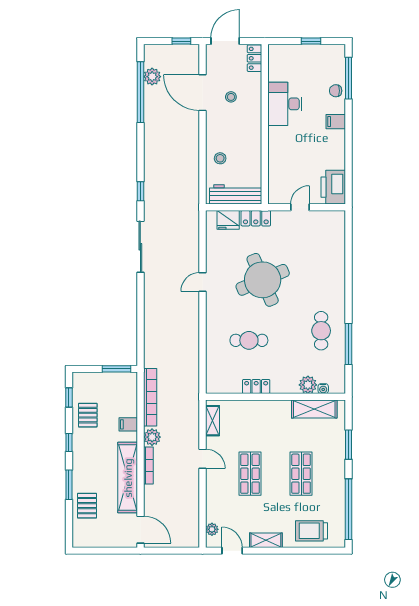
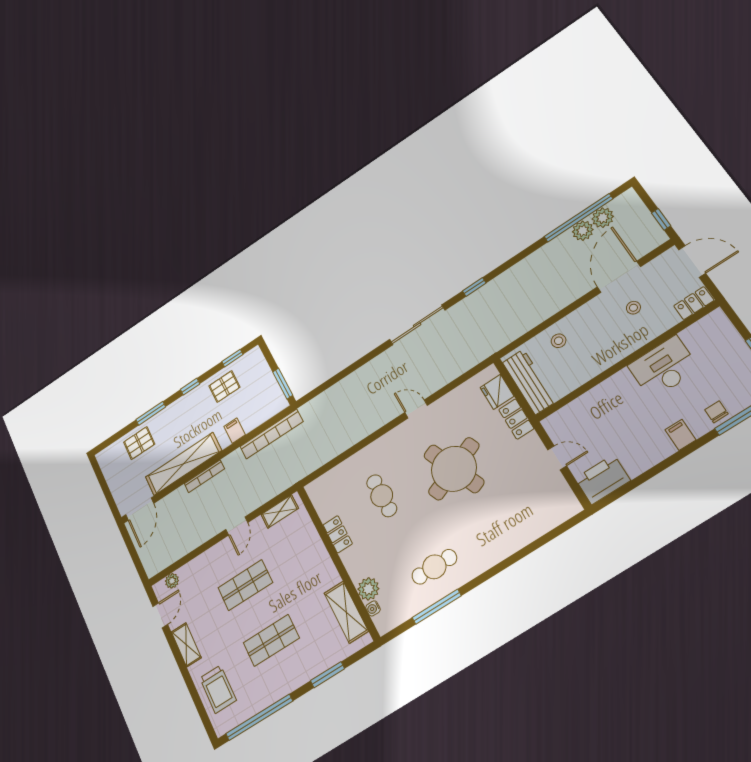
plant: (152, 437) -> (583, 231), moved
trolley: (312, 531) -> (218, 689), turned 180

